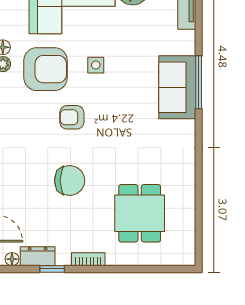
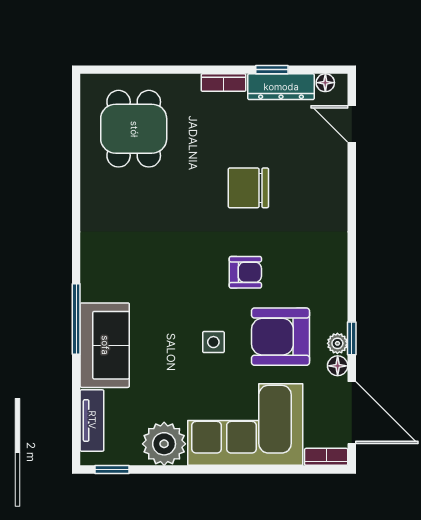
sofa: (177, 87) -> (105, 345), moved
dining table: (140, 213) -> (134, 129), moved
dresser: (38, 256) -> (281, 87), width x1.44

